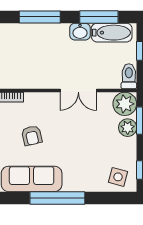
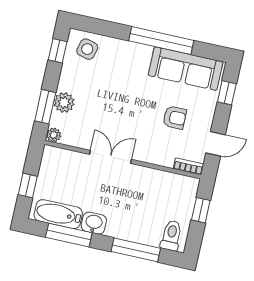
toilet: (129, 76) -> (171, 235), moved, turned 180
plant: (125, 104) -> (54, 135), width x0.53, depth x0.53
armchair: (32, 136) -> (175, 118), turned 103

